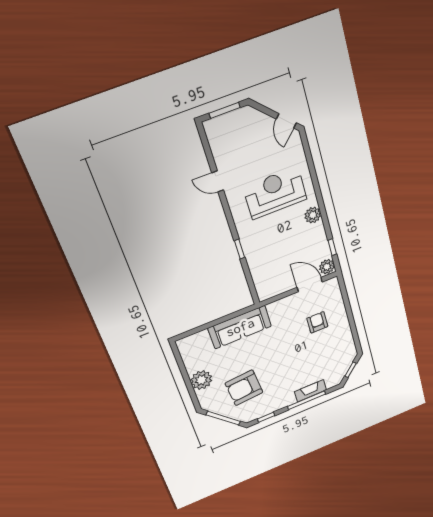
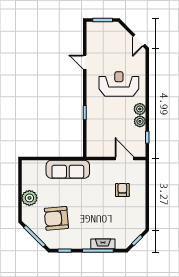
plant: (327, 267) -> (140, 121), moved

